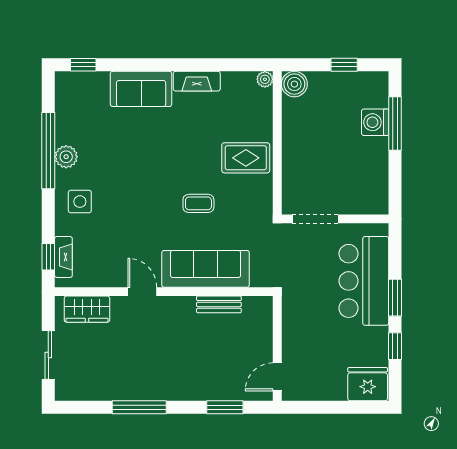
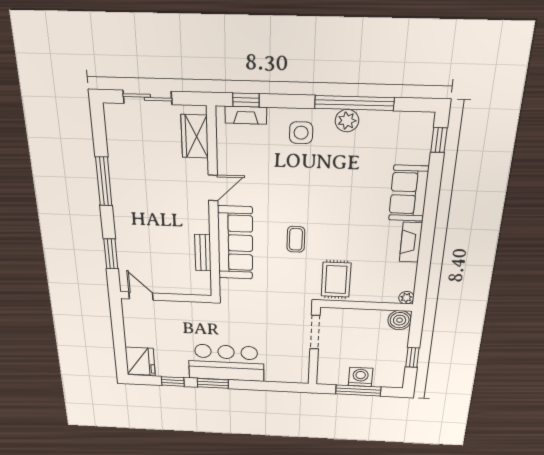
doorway: (315, 219) -> (315, 332), moved
wall: (335, 219) -> (314, 346), moved

